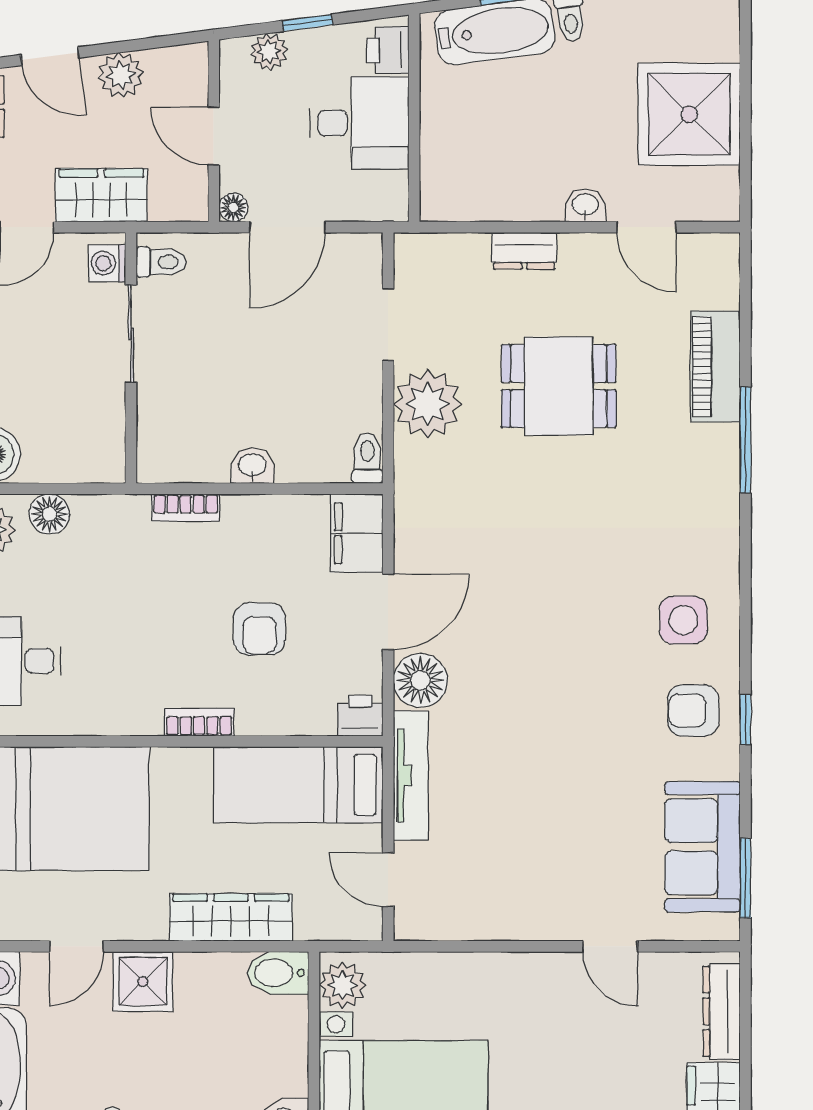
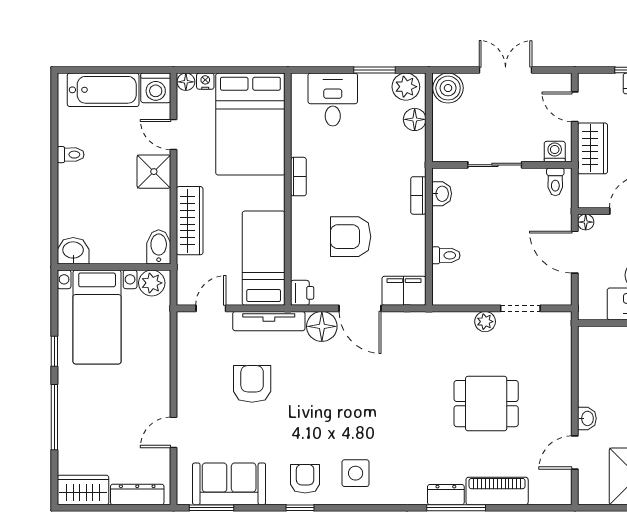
dresser: (524, 251) -> (446, 495), moved, turned 90
sliding door: (131, 334) -> (495, 165), moved
dining table: (559, 386) -> (486, 404), turned 90
plant: (428, 404) -> (485, 322), width x0.53, depth x0.53
toilet: (367, 458) -> (446, 255), moved
washbasin: (252, 466) -> (442, 194), moved
armchair: (259, 629) -> (351, 237), width x1.38, depth x1.38
bookcase: (199, 722) -> (298, 177), moved
armchair: (523, 806) -> (252, 384), added

